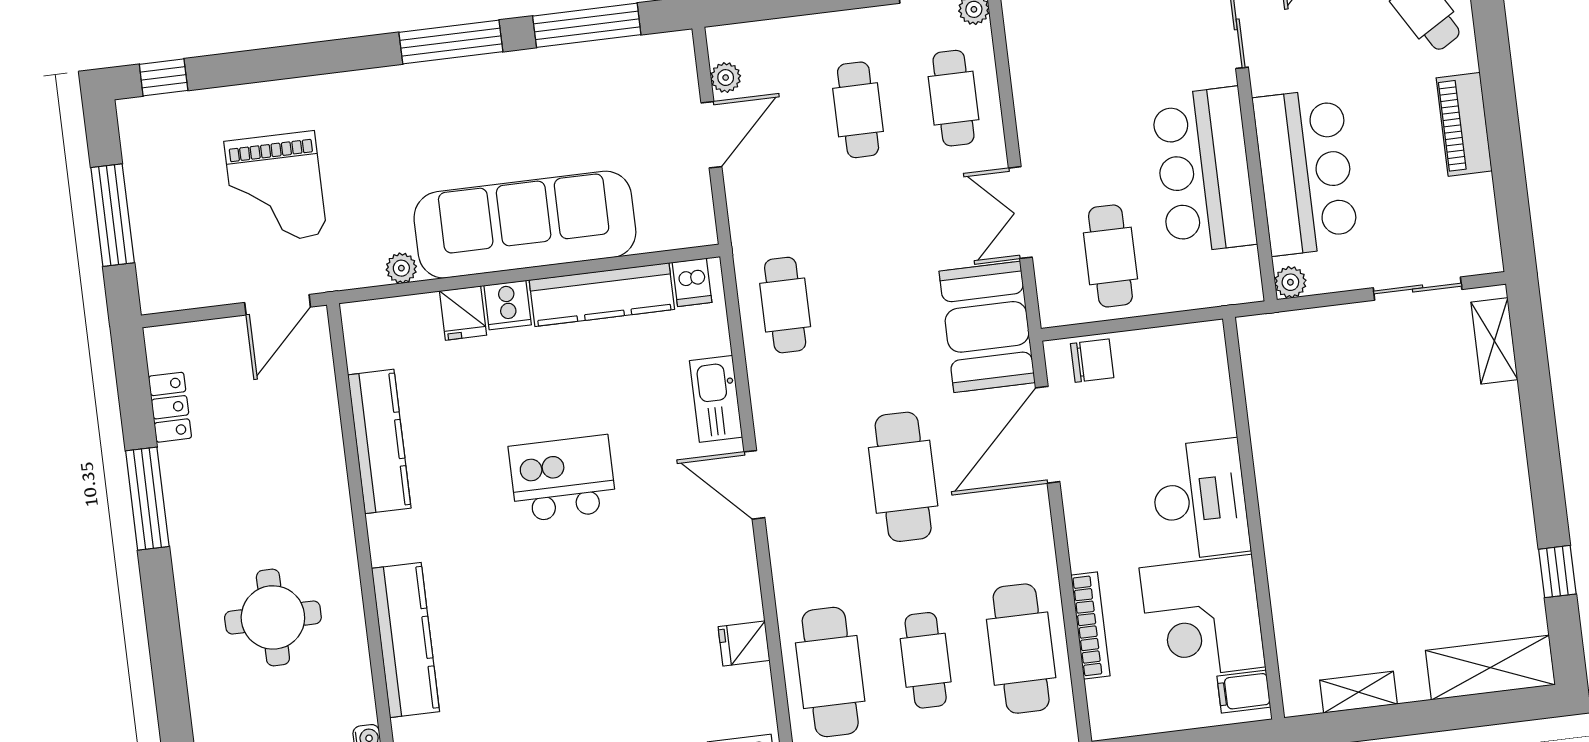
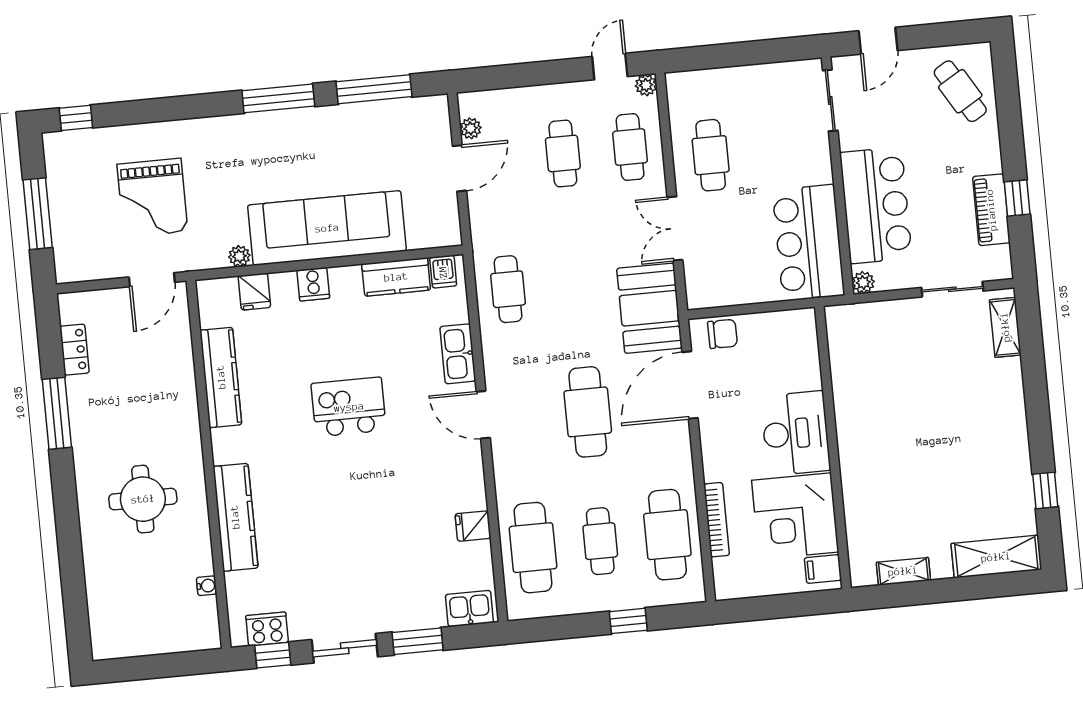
piano: (1464, 124) -> (991, 210), moved
window: (1506, 156) -> (1017, 198), added
bar counter: (1204, 170) -> (808, 243), moved
cafe table: (1110, 256) -> (711, 155), moved
kitchen counter: (602, 295) -> (396, 277), width x0.67
fridge: (463, 313) -> (254, 292), moved

